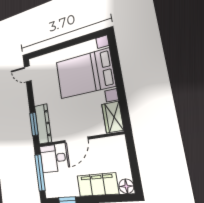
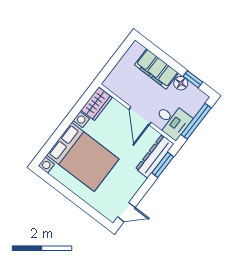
door: (28, 74) -> (126, 212), hinge flipped
door: (76, 140) -> (140, 116), swing flipped
floor lamp: (126, 186) -> (181, 83), moved

